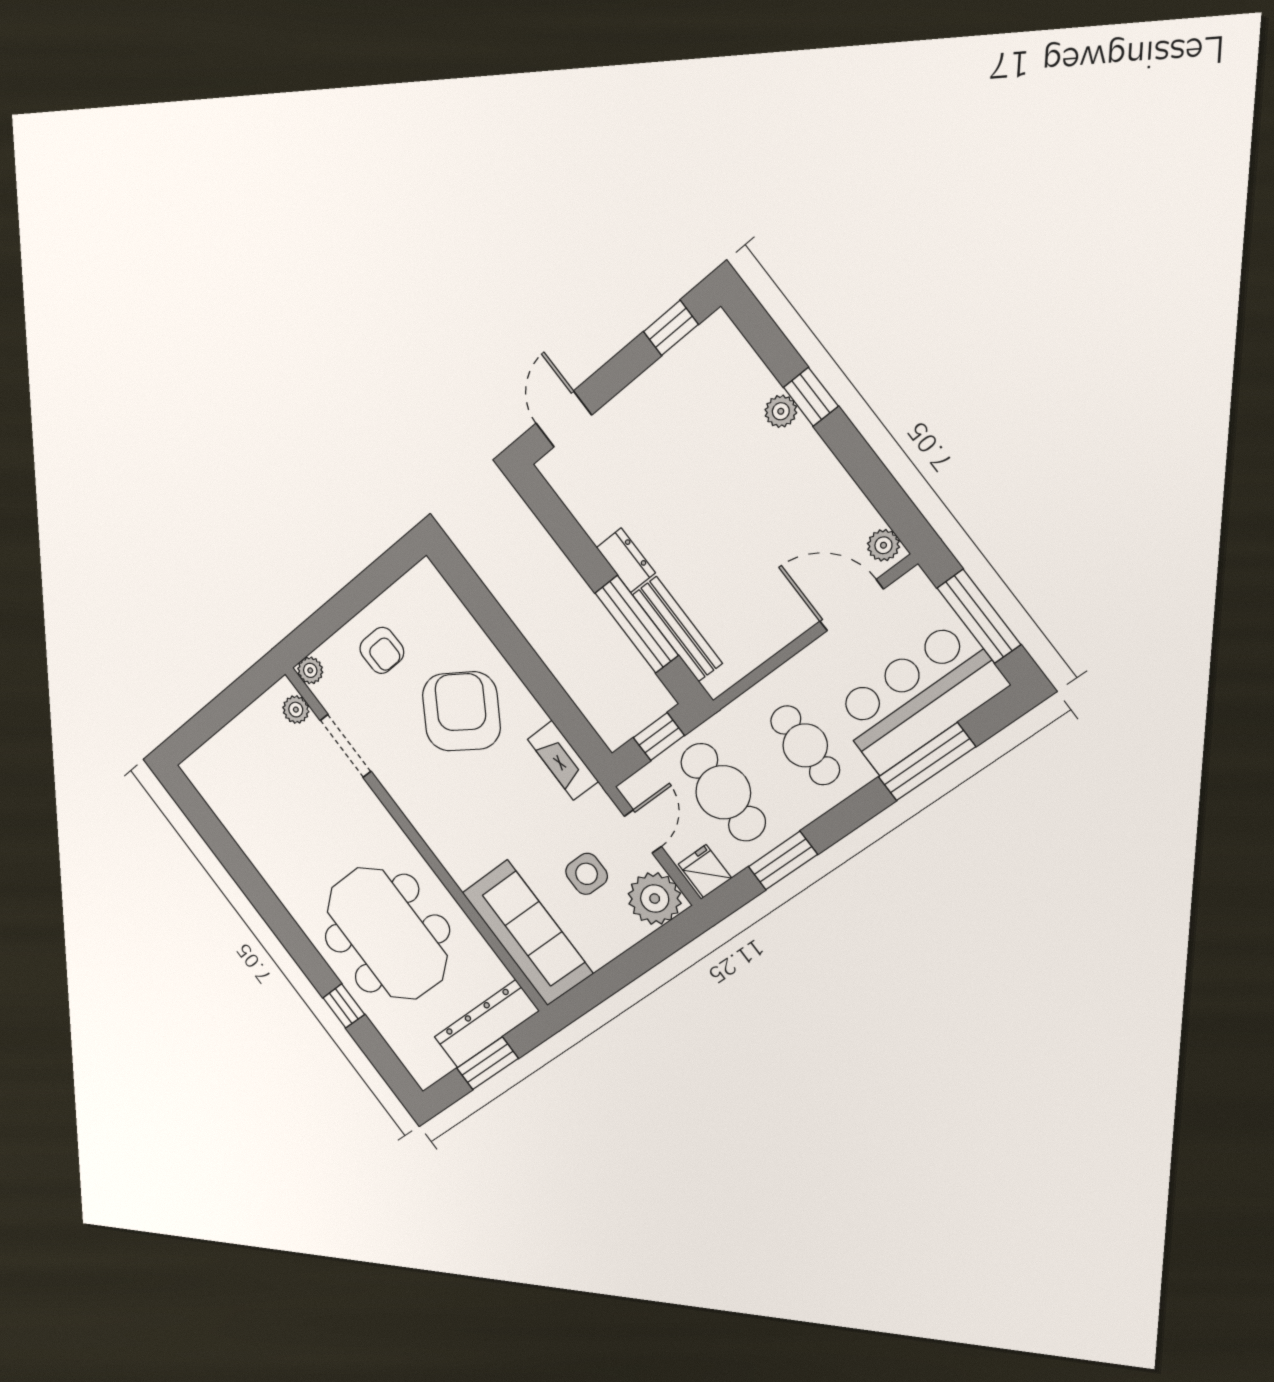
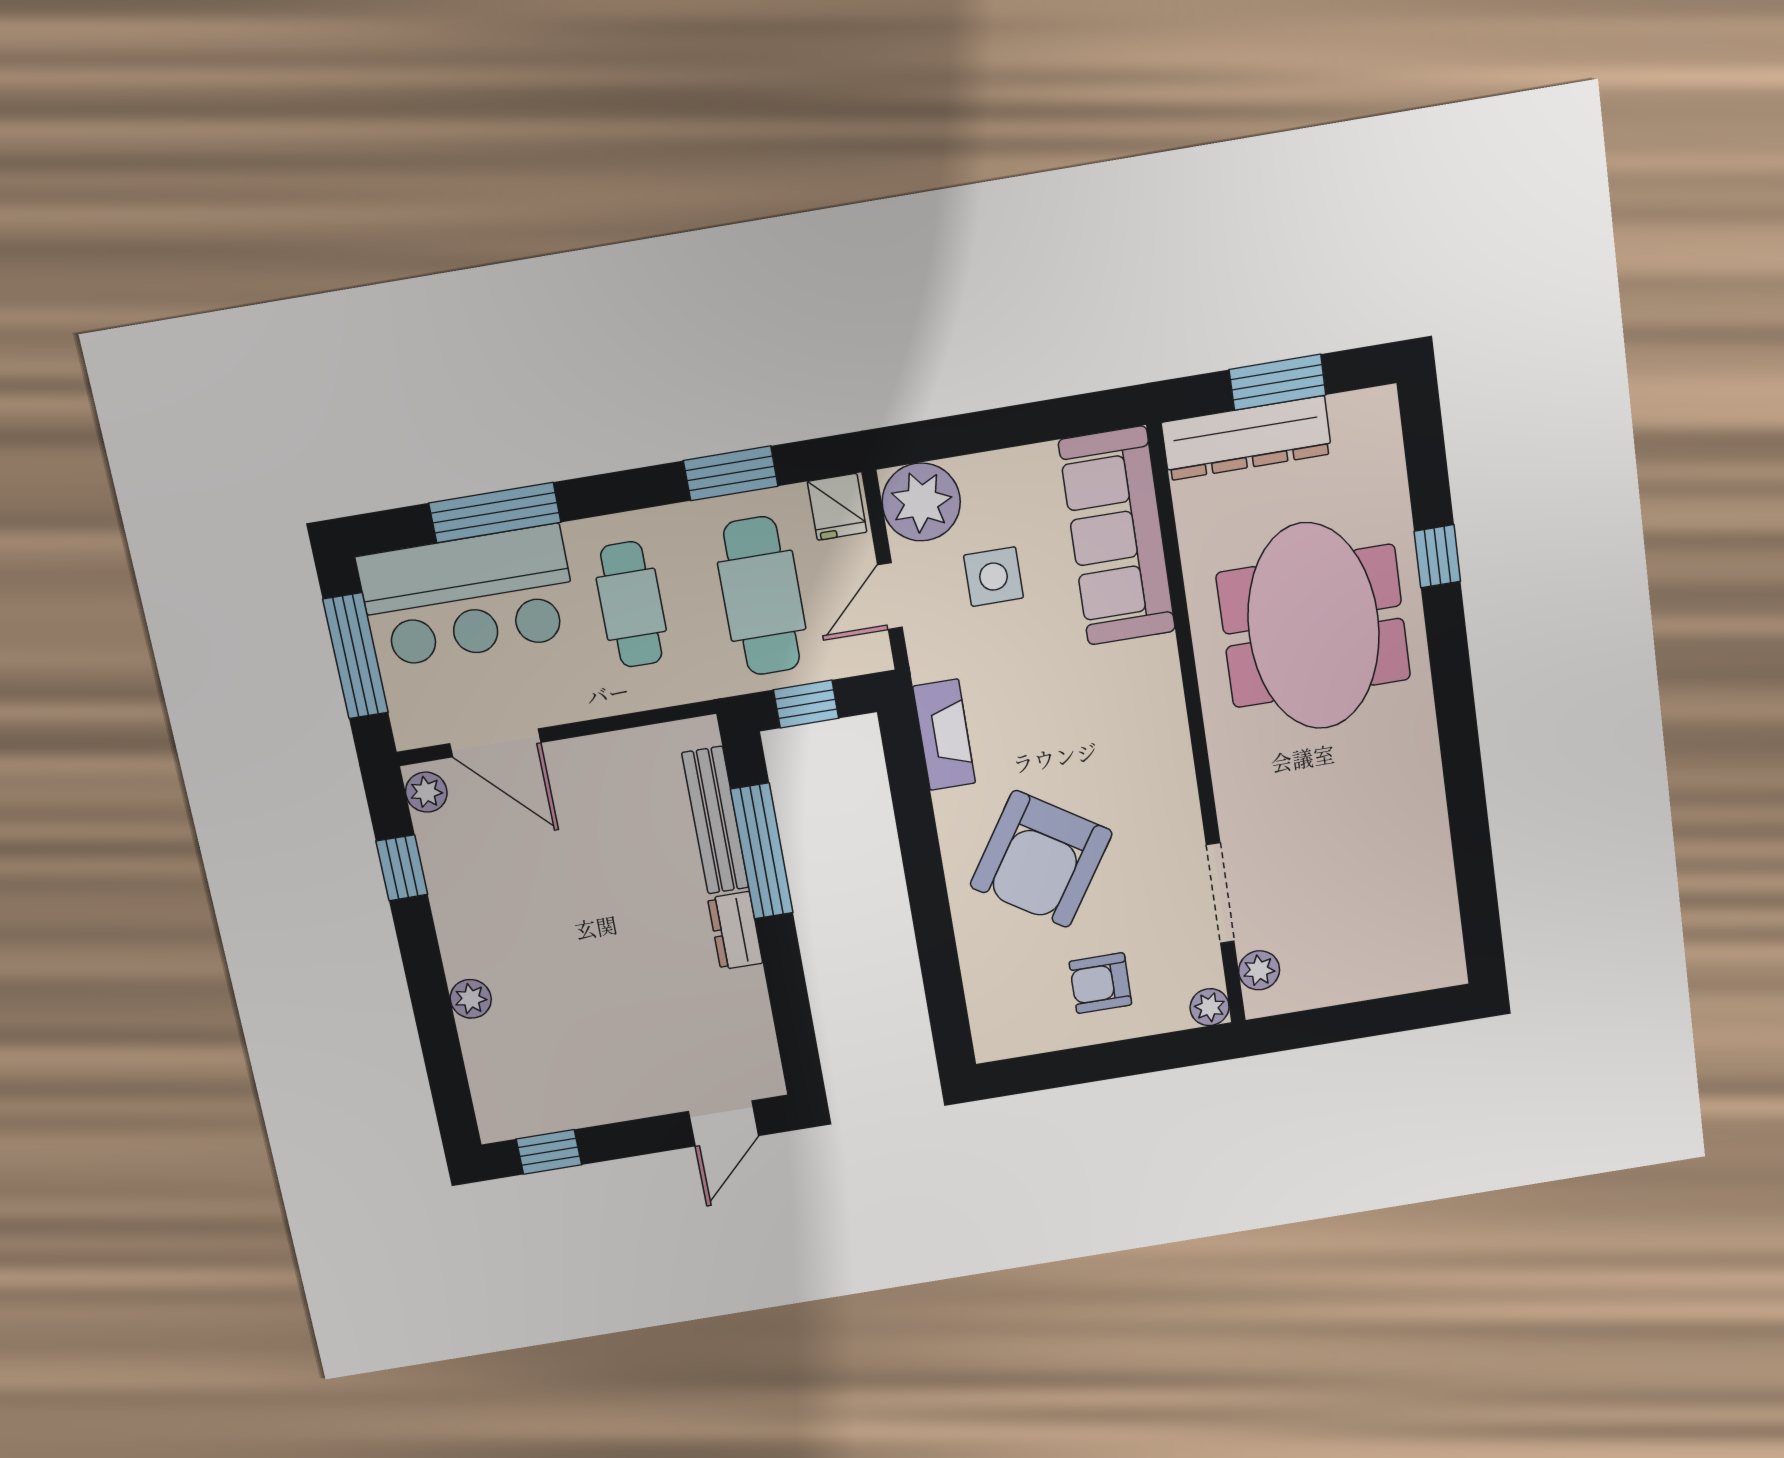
window: (811, 397) -> (402, 868), moved
armchair: (382, 650) -> (1100, 983), turned -89

